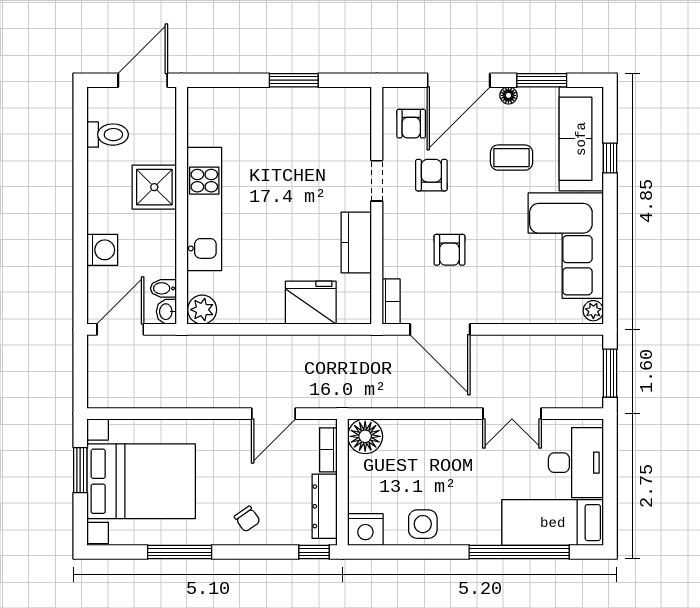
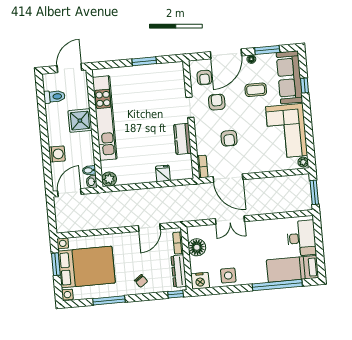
kitchen unit: (204, 209) -> (105, 118), width x1.36
fridge: (311, 303) -> (163, 173), width x0.53, depth x0.75
double door: (512, 414) -> (230, 220), moved
floor lamp: (365, 436) -> (197, 247), moved

